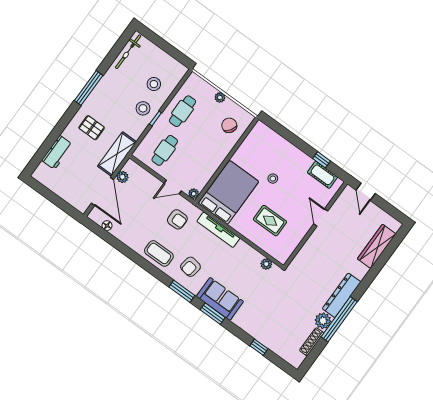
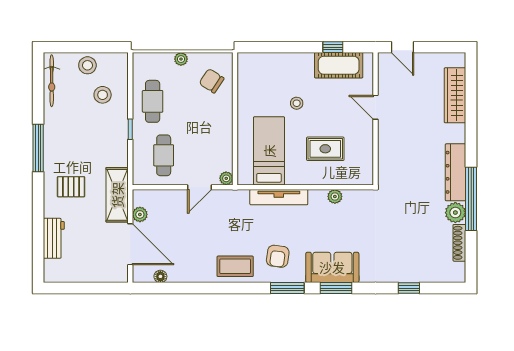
stool: (143, 108) -> (87, 65), moved
cot: (322, 175) -> (339, 65), width x1.37, depth x1.34
bed: (229, 192) -> (269, 151), width x0.67
armchair: (177, 219) -> (229, 217), removed
plant: (266, 264) -> (335, 196), moved

